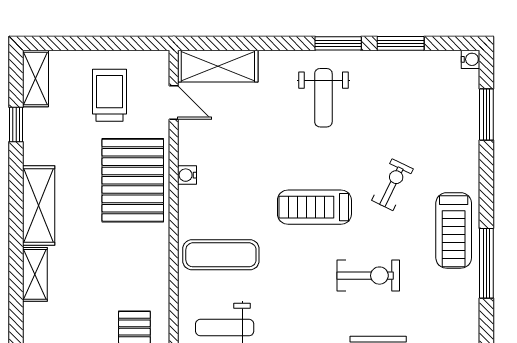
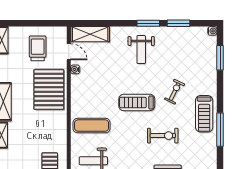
water cooler: (187, 175) -> (75, 69), moved

